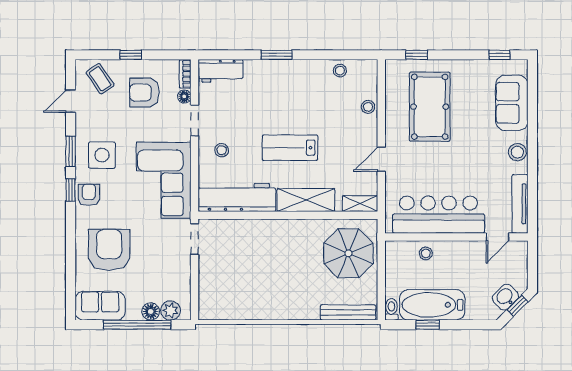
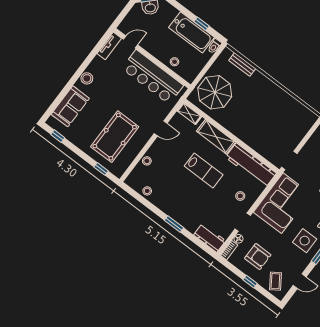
tv unit: (520, 204) -> (109, 46), width x0.71
bench: (348, 312) -> (242, 64), width x0.73

